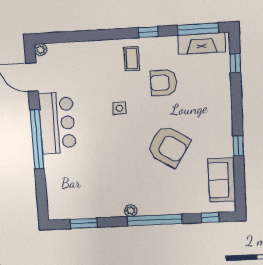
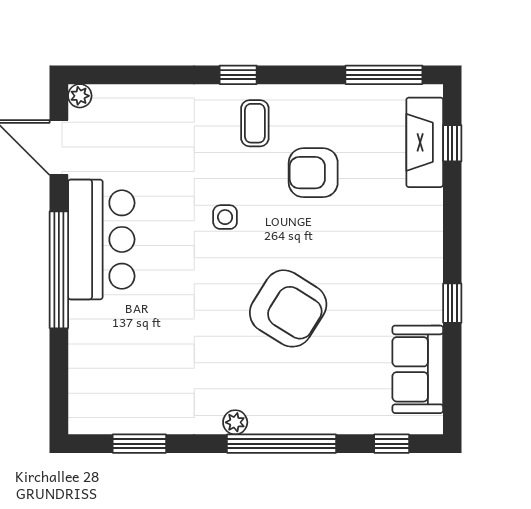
window: (148, 32) -> (238, 75), moved
fireplace: (202, 43) -> (425, 142), moved, turned 90
armchair: (168, 146) -> (288, 308), moved

